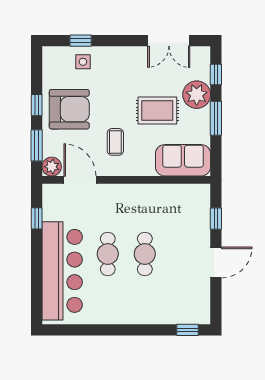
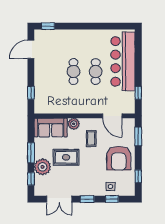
window: (122, 41) -> (87, 199), added
double door: (169, 41) -> (59, 199), swing flipped
window: (37, 105) -> (138, 176), moved
armchair: (69, 109) -> (119, 158), turned -90
plant: (52, 167) -> (74, 124), moved
door: (216, 262) -> (31, 49), moved

